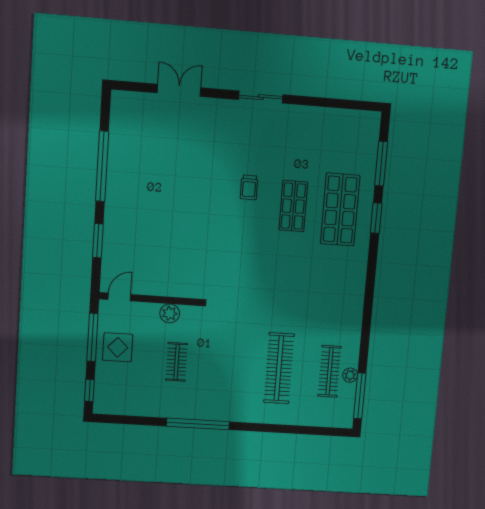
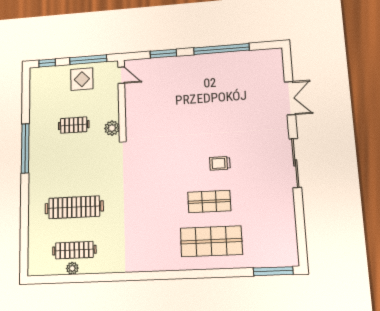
sliding door: (261, 97) -> (295, 163), width x1.37
window: (381, 164) -> (273, 271), moved
window: (376, 218) -> (208, 274), removed
plant: (170, 313) -> (112, 128), moved
window: (360, 396) -> (55, 279), removed

